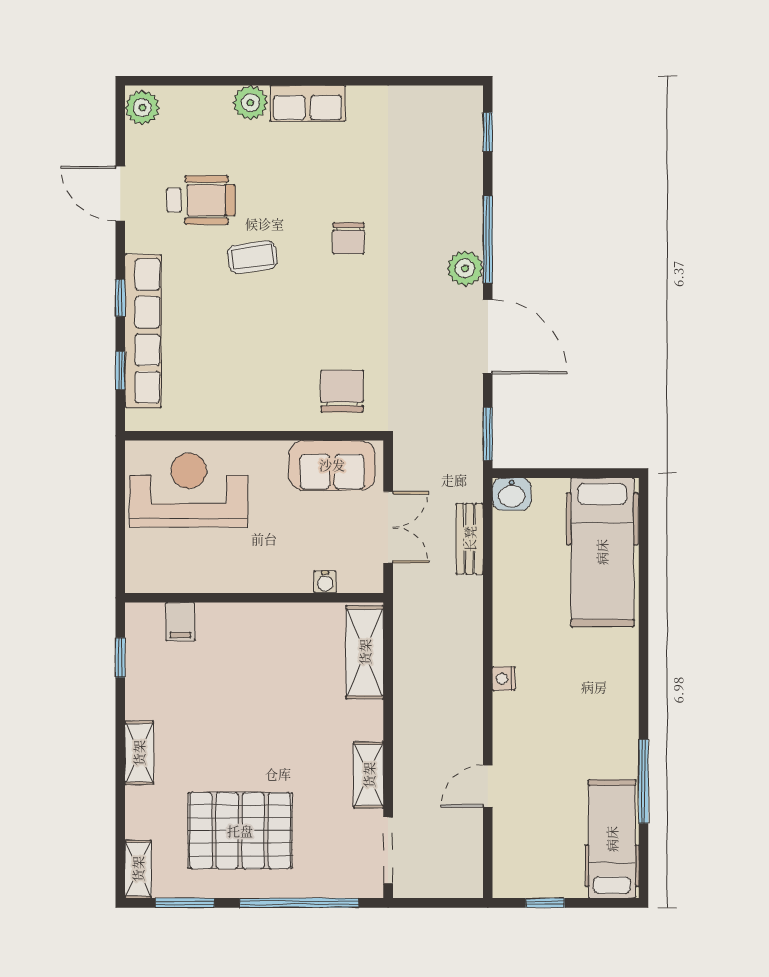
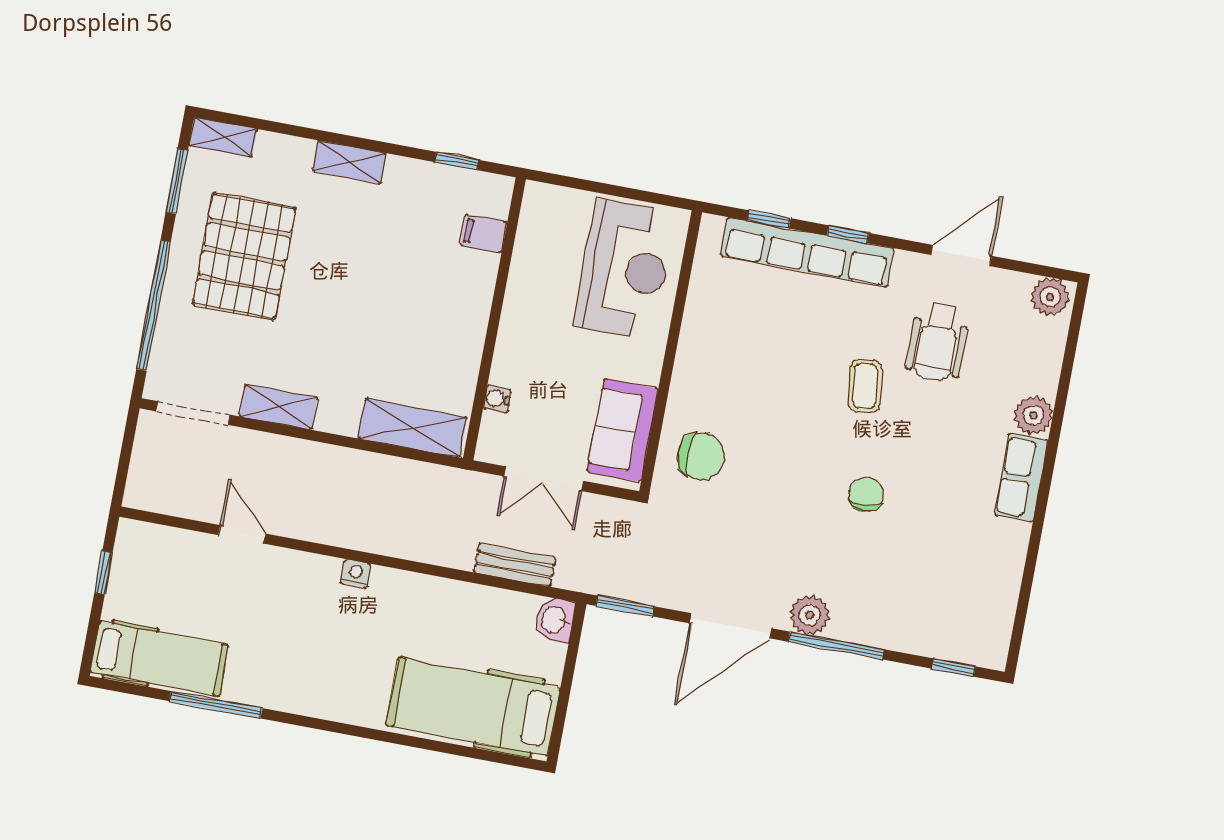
chair: (349, 238) -> (866, 494), turned 87

